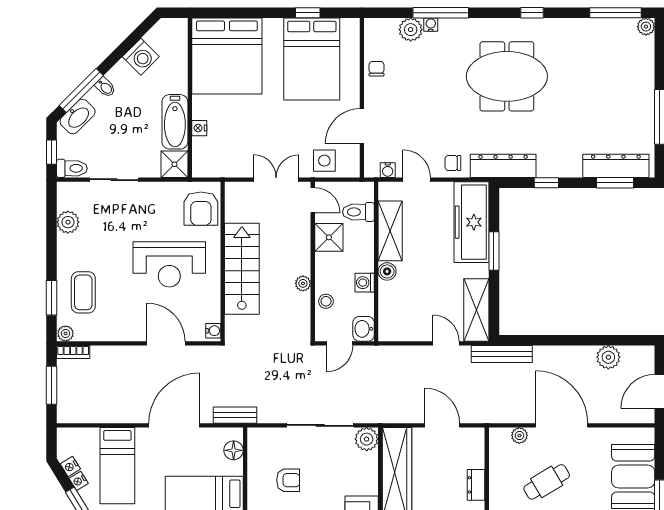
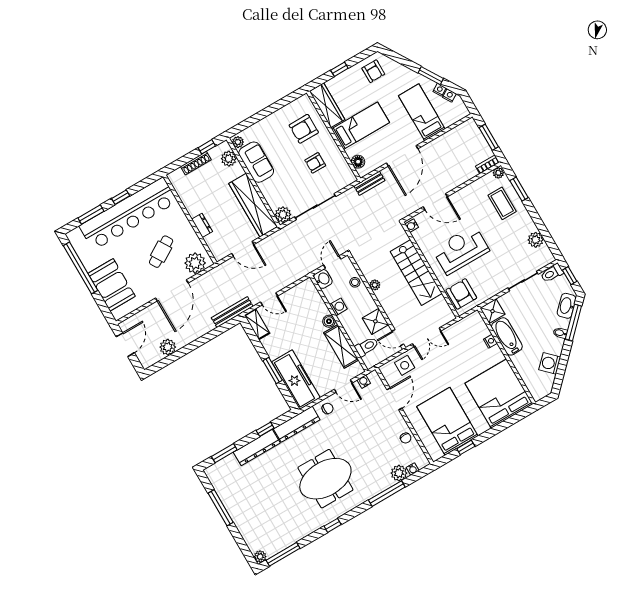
water cooler: (431, 25) -> (413, 469), moved
dresser: (616, 166) -> (257, 448), moved
shelving: (476, 310) -> (257, 324), width x0.67, depth x0.75
door: (562, 425) -> (172, 290), hinge flipped
plant: (519, 435) -> (195, 263), width x1.88, depth x1.88

